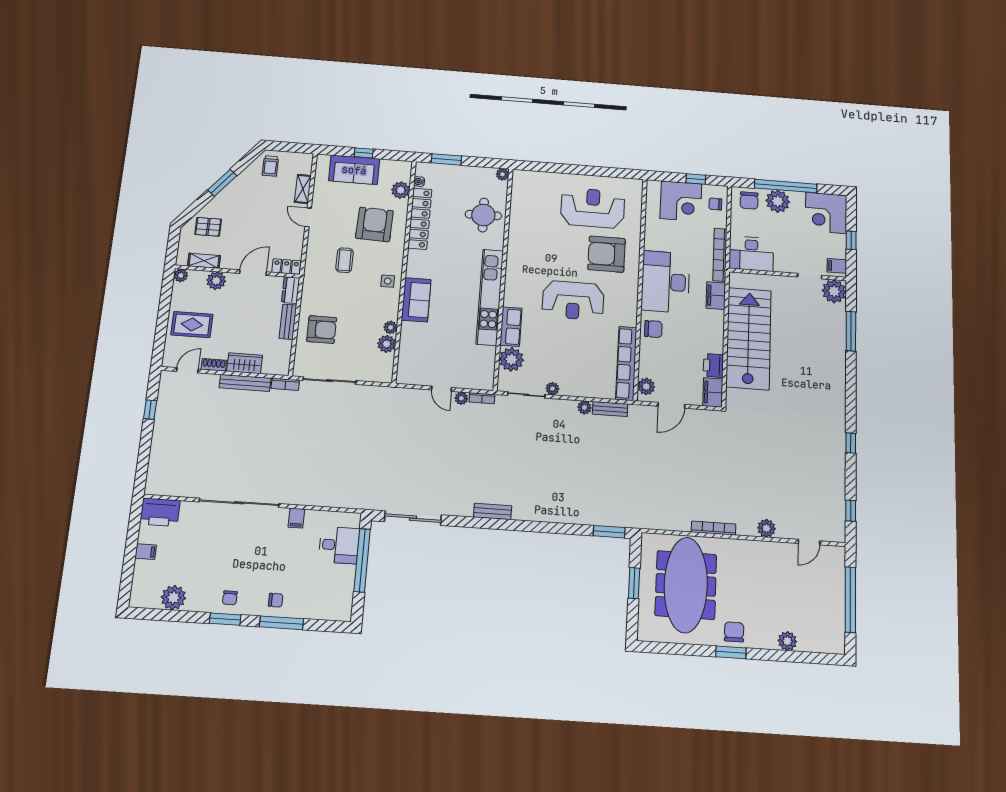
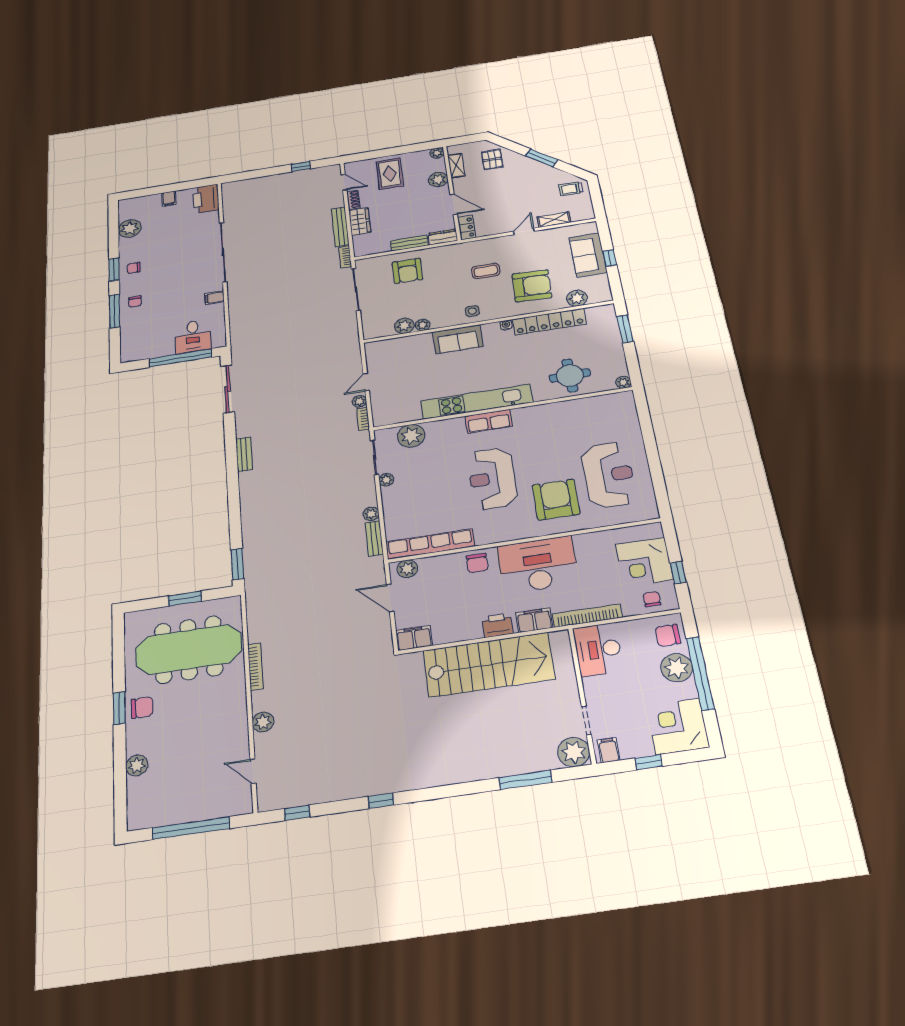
water cooler: (419, 182) -> (506, 325), moved
row of seats: (511, 327) -> (489, 421), moved
printer: (713, 366) -> (497, 625), moved

